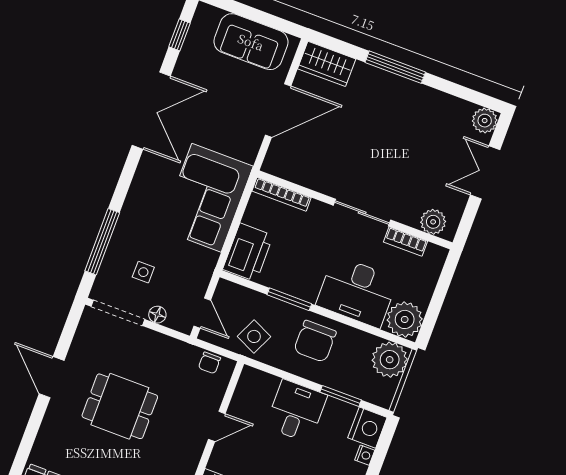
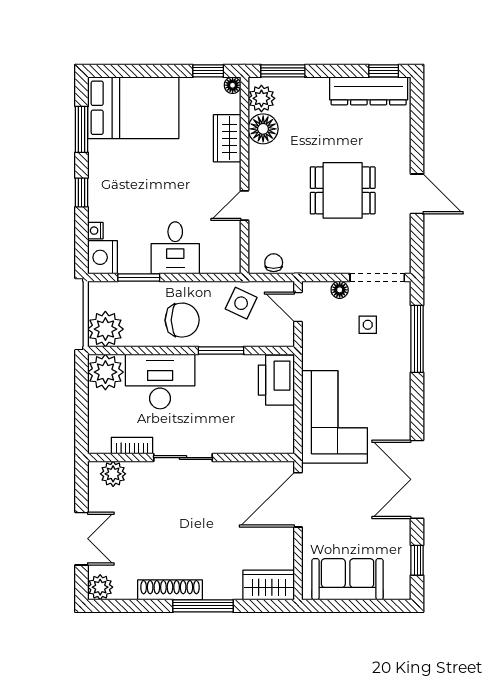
shoe rack: (420, 94) -> (170, 590), added
door: (278, 110) -> (298, 500), moved
bookcase: (281, 194) -> (265, 446), removed
chair: (315, 341) -> (182, 320), turned 89

